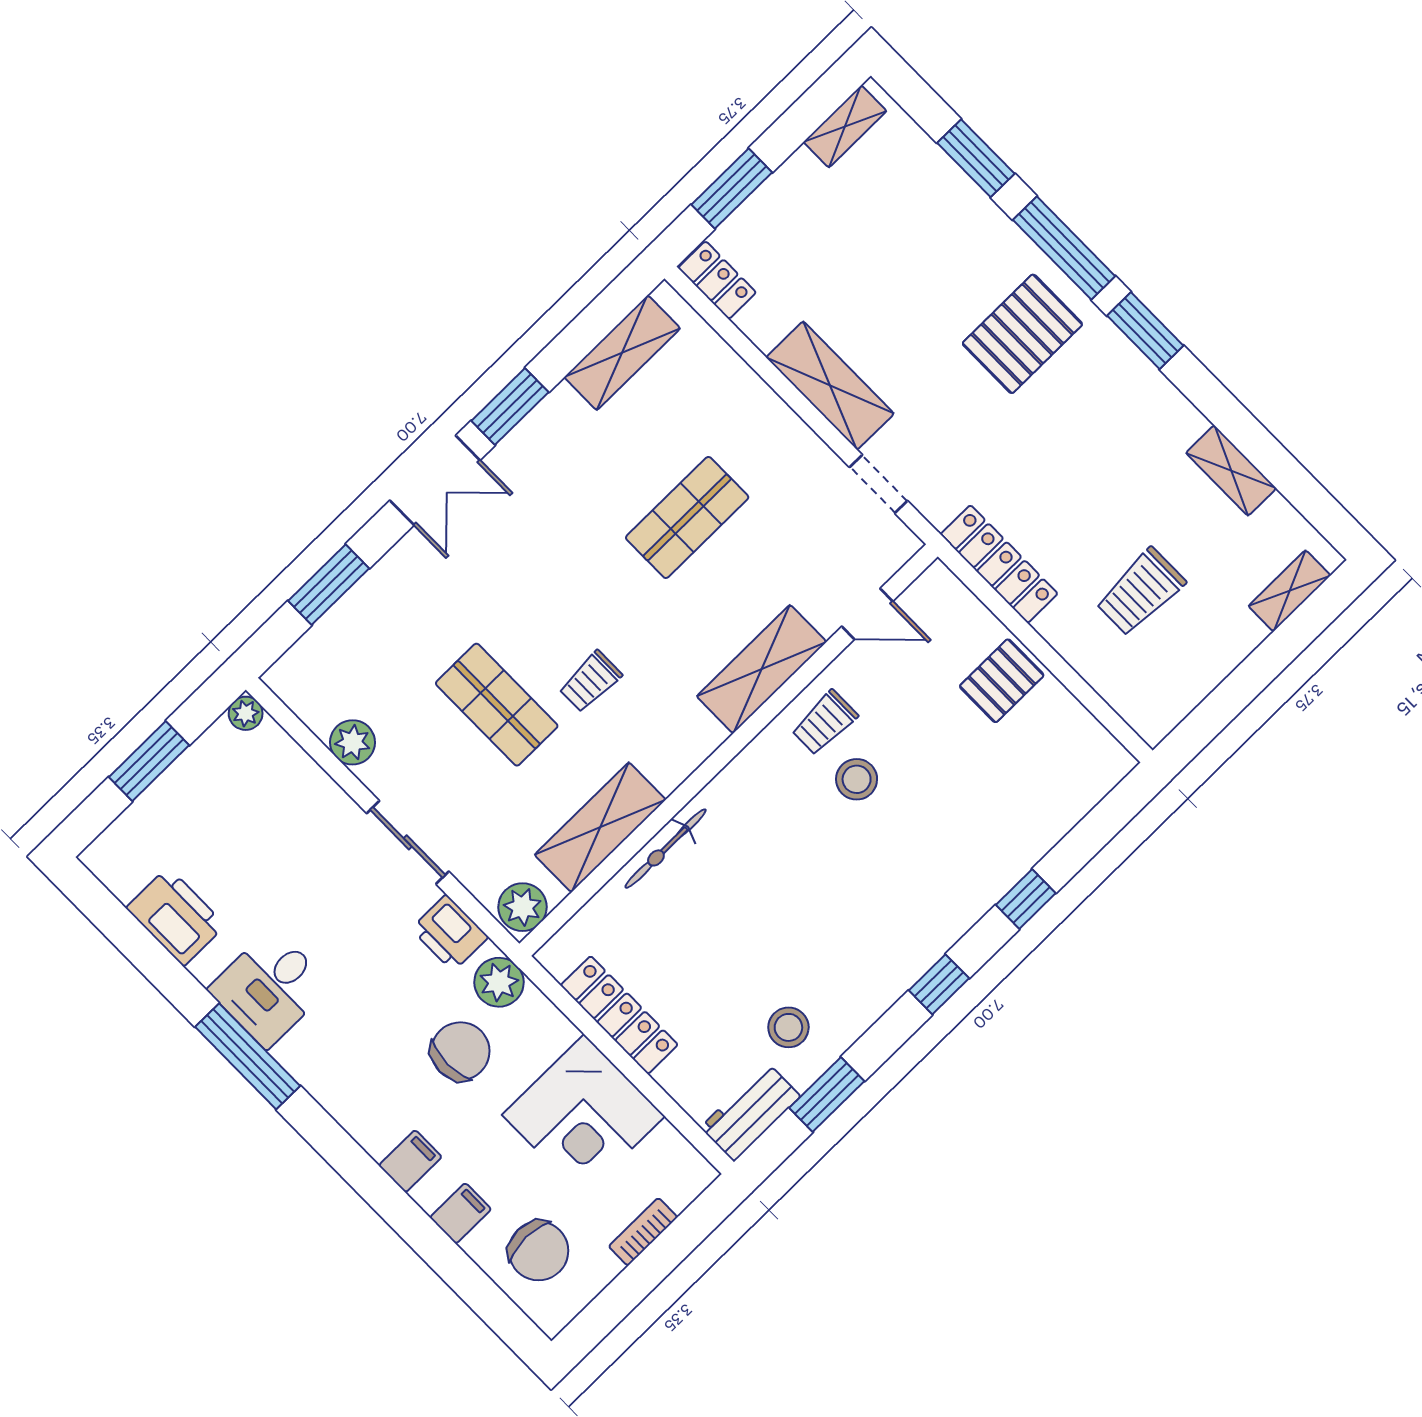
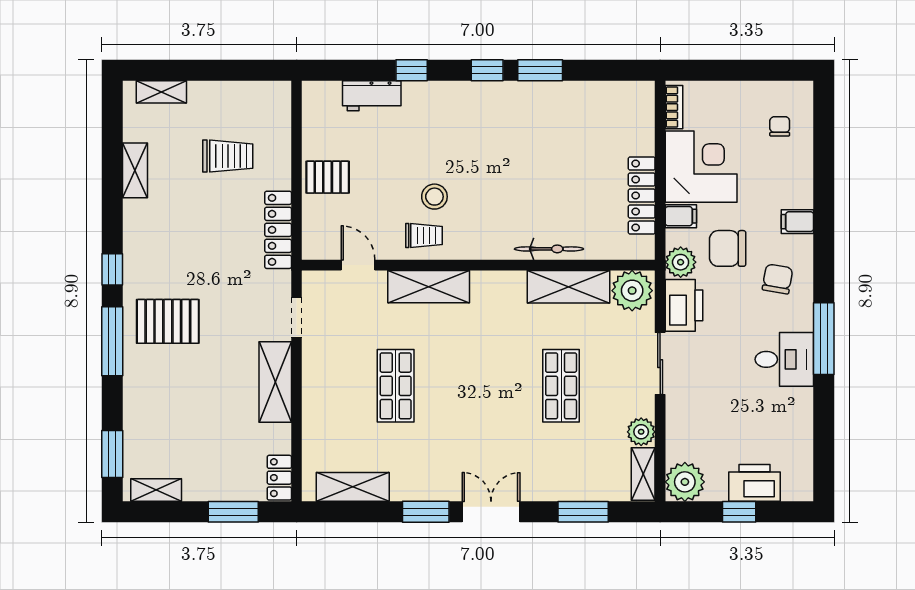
window: (976, 158) -> (112, 454), moved
window: (1145, 331) -> (112, 269), width x0.67
shop shelf: (687, 517) -> (396, 386), turned 90
trolley: (590, 681) -> (510, 355), removed
shelving: (302, 696) -> (643, 474), added
plant: (246, 713) -> (685, 482), width x1.87, depth x1.87
window: (149, 761) -> (739, 512), width x0.67
plant: (523, 907) -> (632, 291), width x1.36, depth x1.36
printer: (176, 917) -> (754, 483), moved, turned 90
printer: (450, 933) -> (684, 305), width x1.37, depth x1.19
stool: (788, 1027) -> (572, 117), removed
chair: (368, 1073) -> (778, 279), added
window: (827, 1095) -> (540, 70), moved
workbench: (750, 1112) -> (372, 96), moved
filing cabinet: (461, 1213) -> (681, 216), moved, turned 180
bookcase: (643, 1232) -> (674, 107), moved, turned -90
chair: (539, 1251) -> (780, 126), width x0.54, depth x0.54

